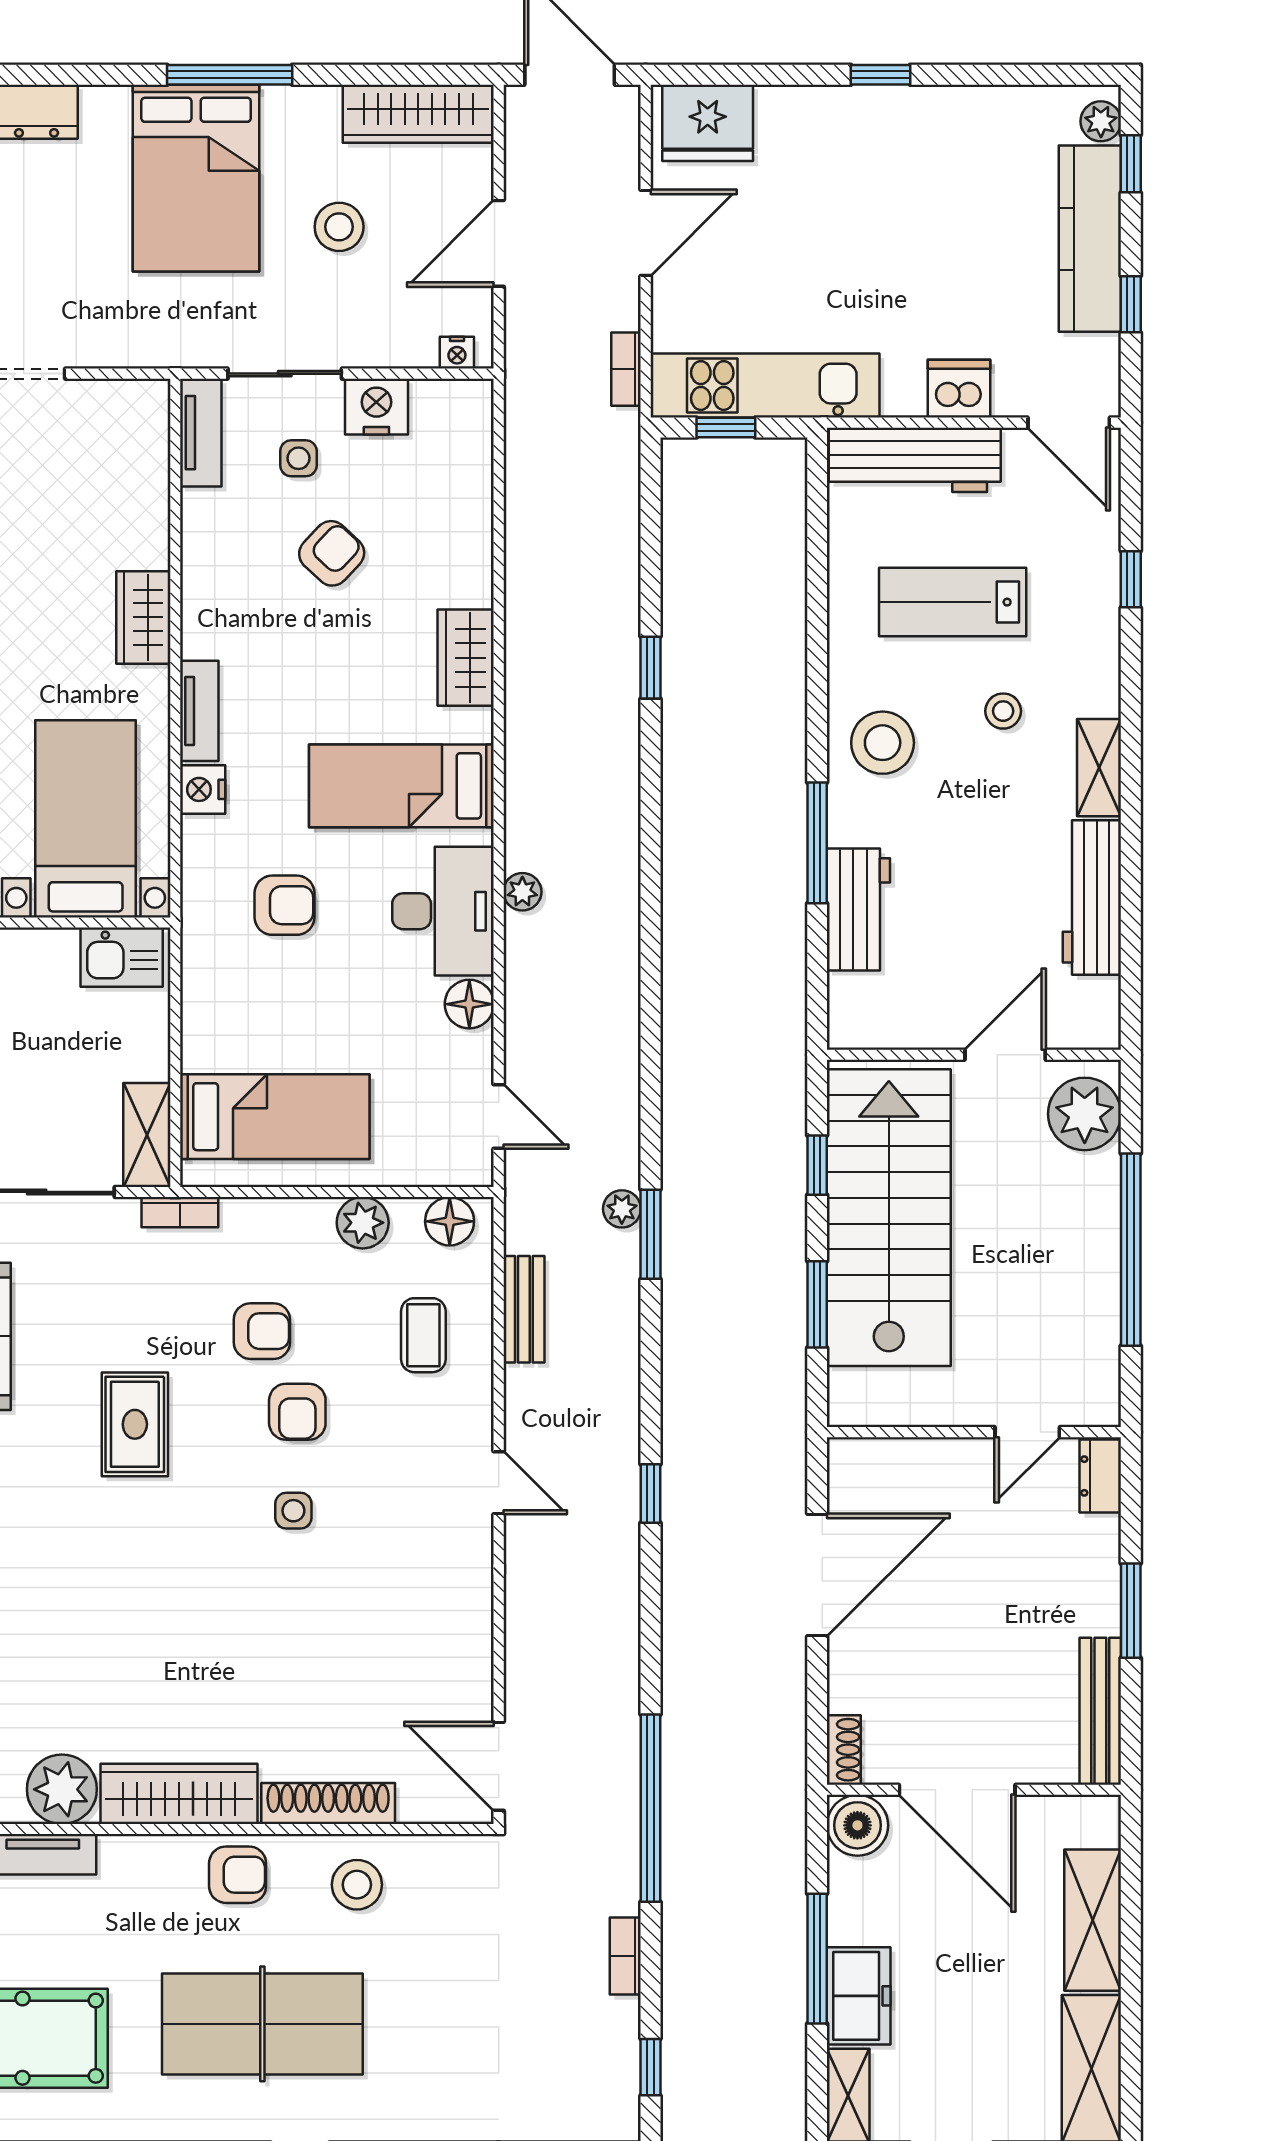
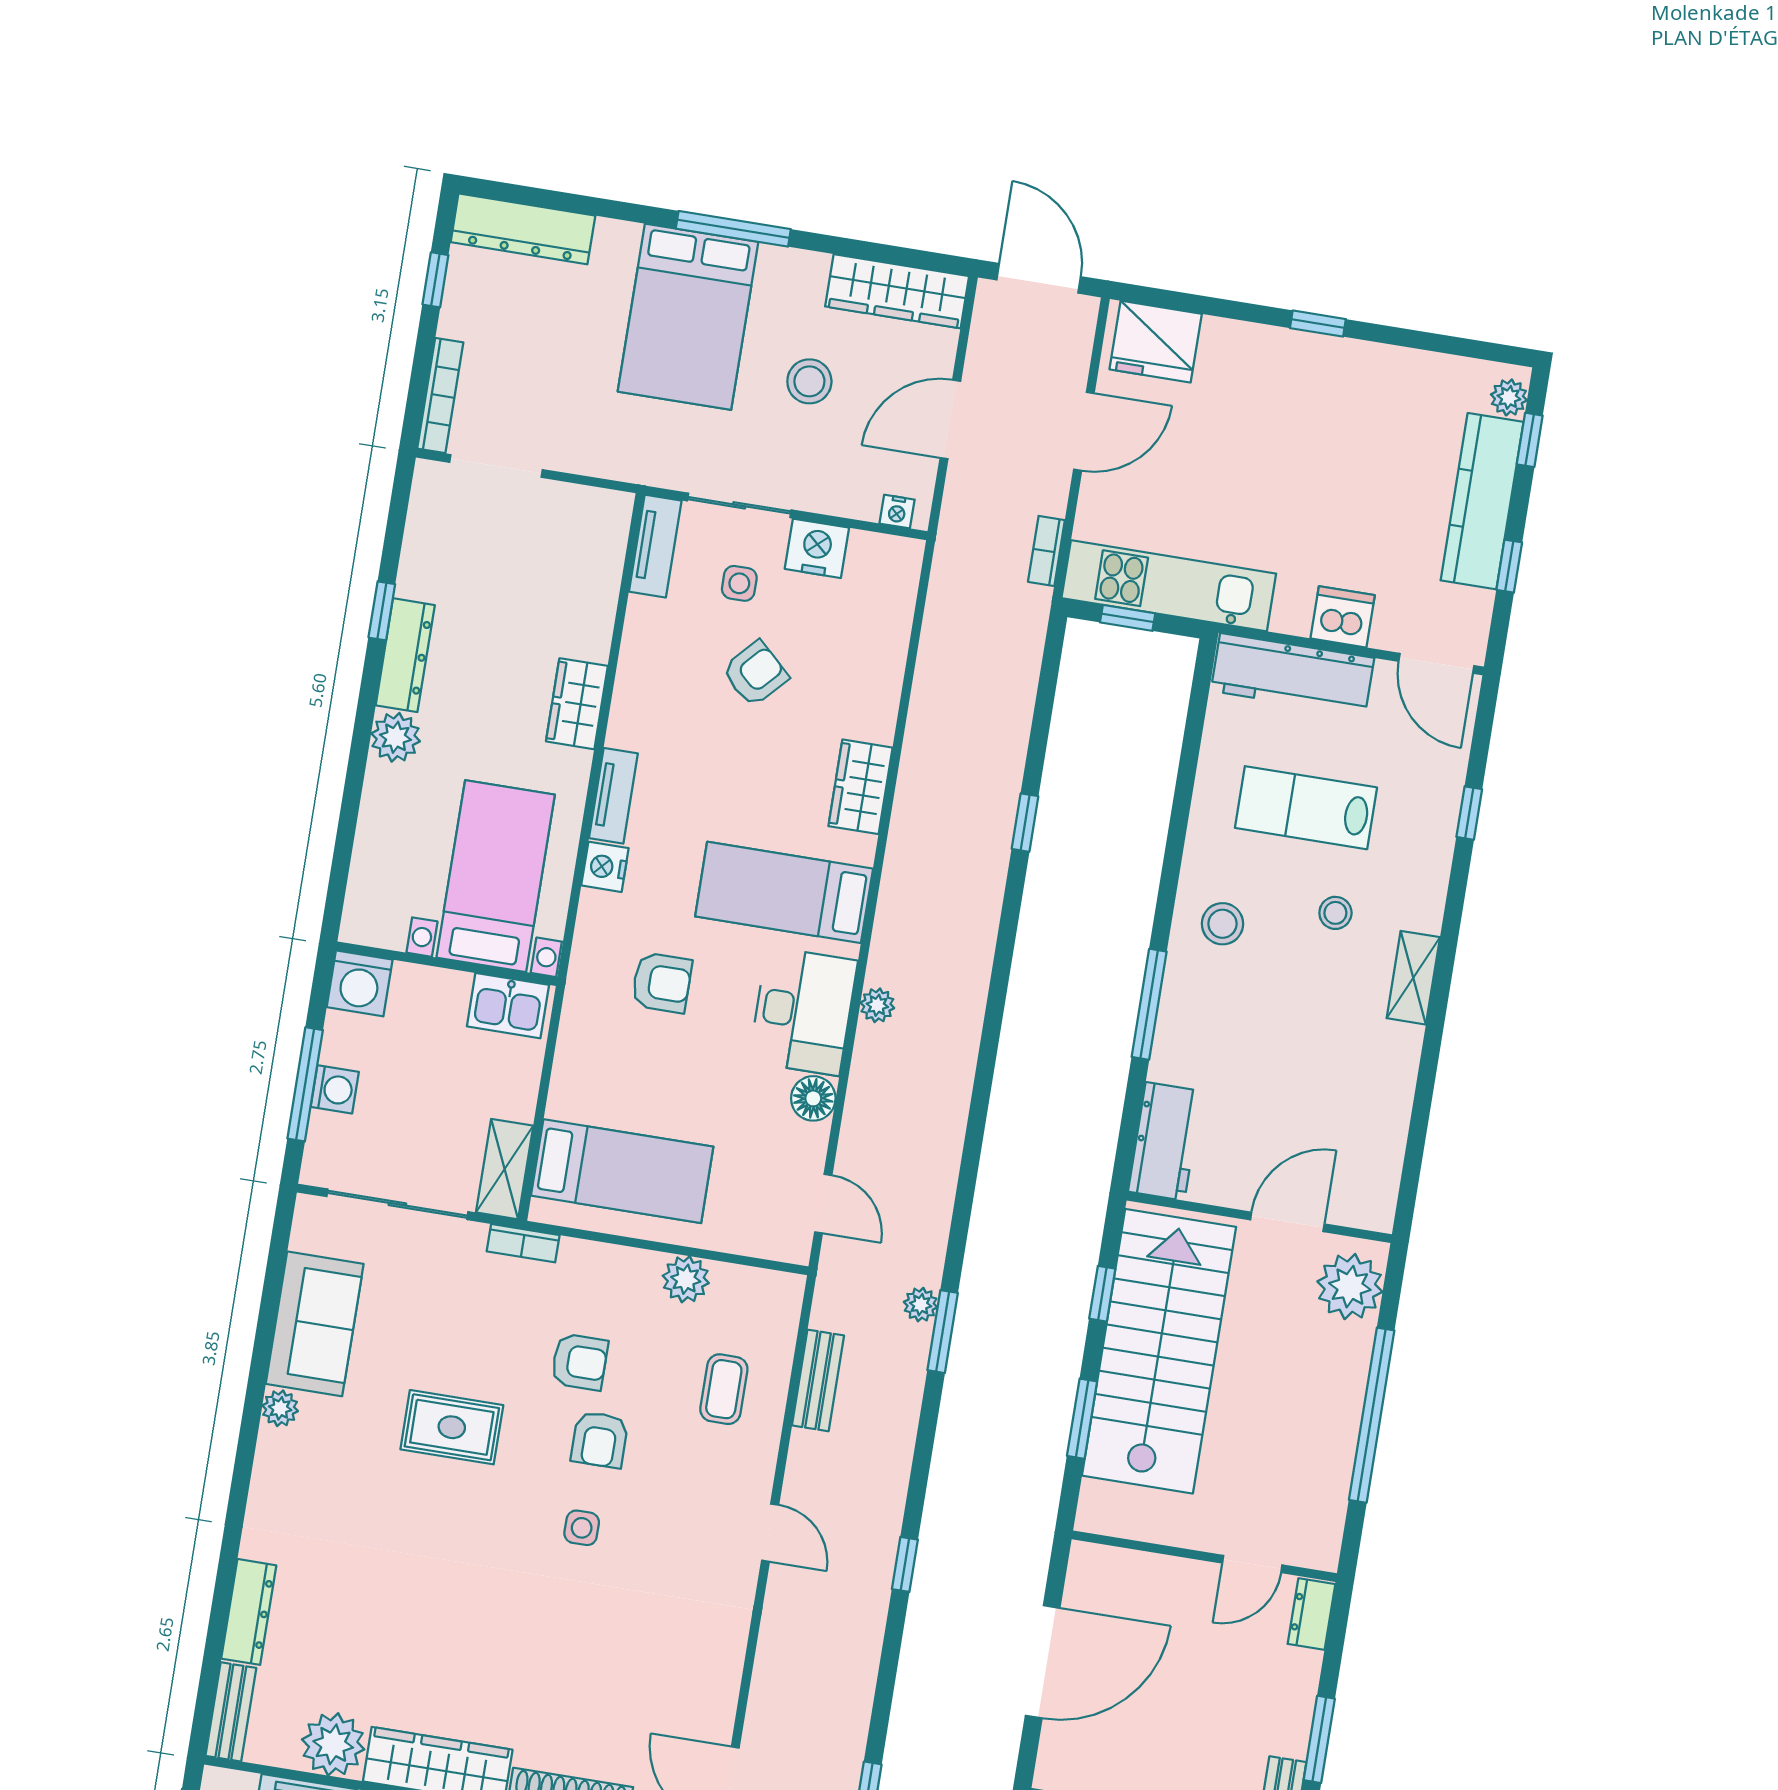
stool: (883, 743) -> (1222, 924), width x0.73, depth x0.73
workbench: (1092, 898) -> (1388, 1093), removed
workbench: (858, 910) -> (1165, 1141), moved
floor lamp: (450, 1221) -> (764, 1291), removed
rug: (135, 1424) -> (452, 1427), turned 90

